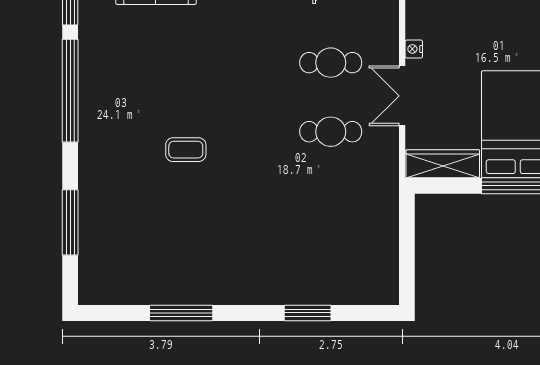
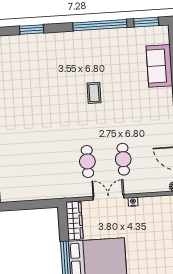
coffee table: (186, 150) -> (94, 93), moved
window: (70, 222) -> (32, 30), width x0.69

